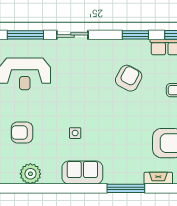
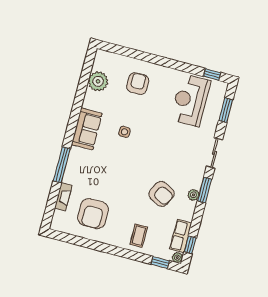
window: (25, 35) -> (226, 110), width x0.69
window: (135, 35) -> (205, 190), moved
plant: (121, 45) -> (193, 195), added

